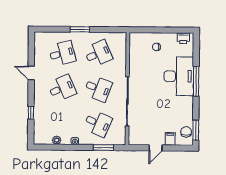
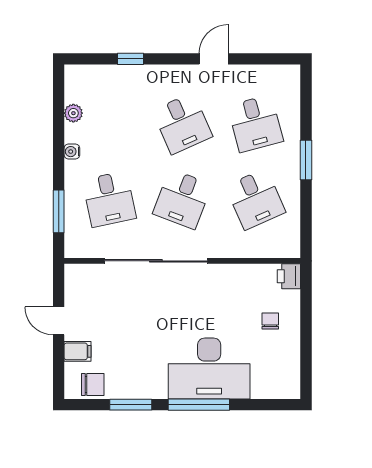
printer: (183, 38) -> (289, 276), moved
desk: (98, 123) -> (109, 199), turned -36
window: (196, 130) -> (131, 405), moved

